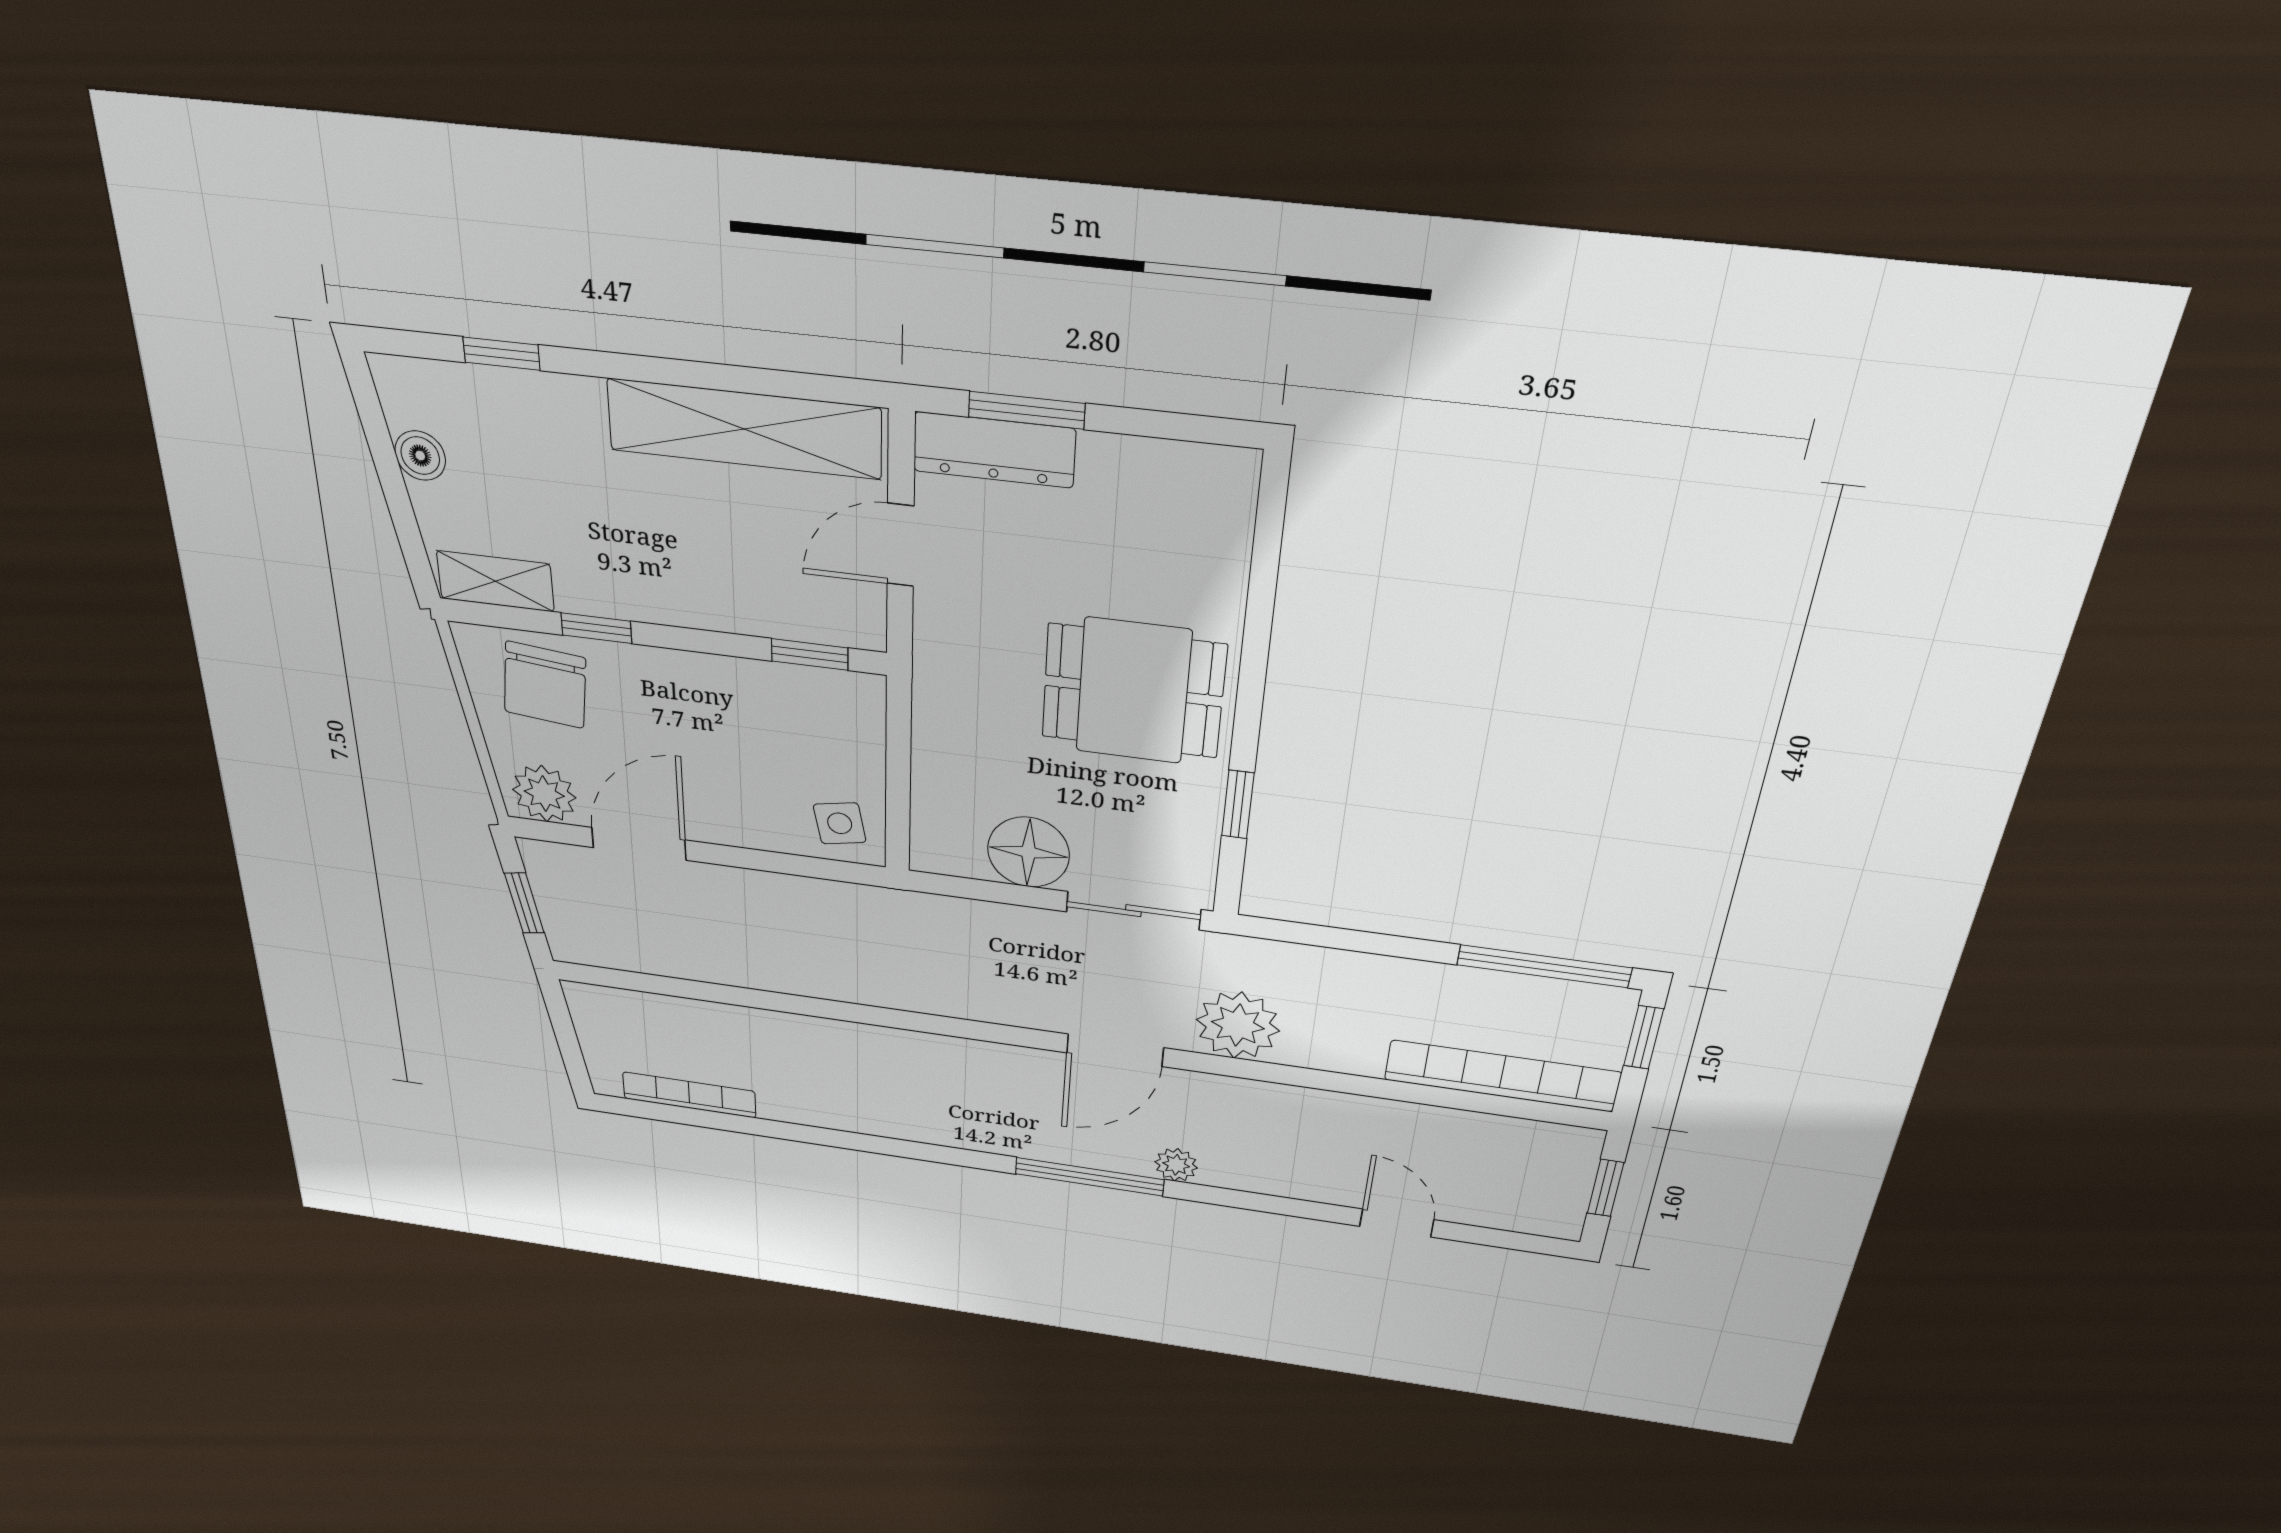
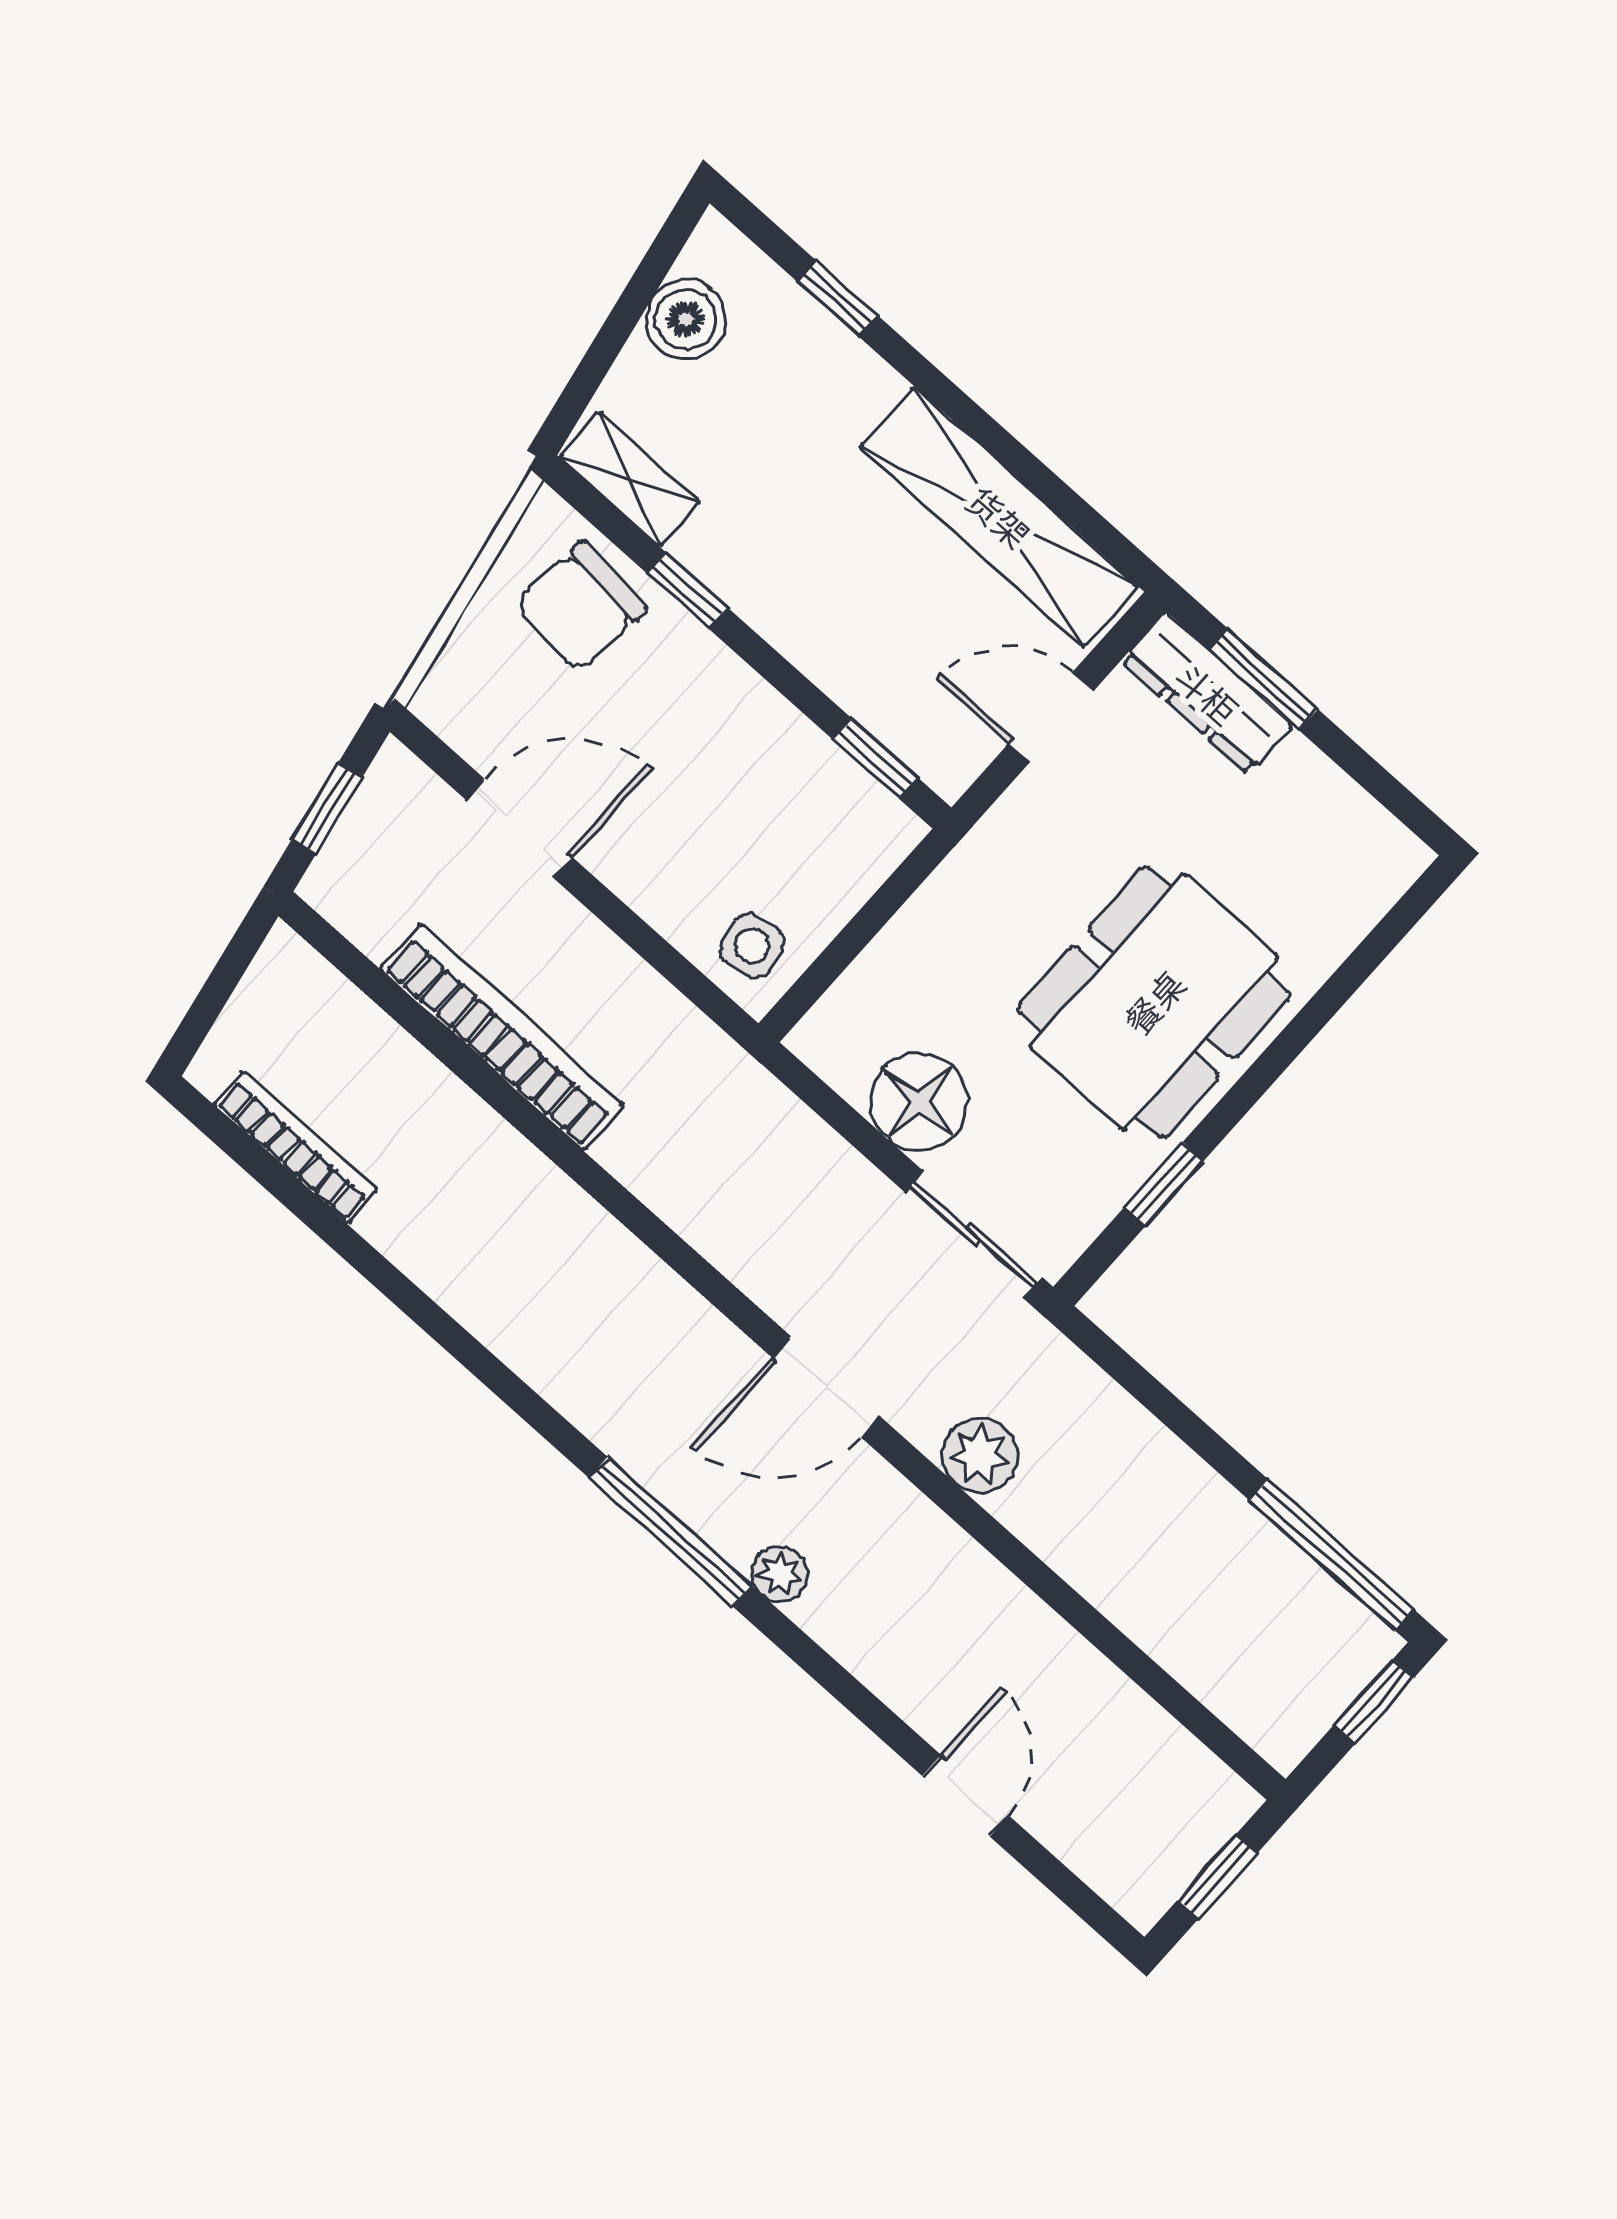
boiler: (420, 456) -> (686, 319), width x1.36, depth x1.36
dining table: (1133, 691) -> (1154, 1002), width x1.38
plant: (544, 794) -> (469, 711), removed
plant: (1238, 1025) -> (980, 1455), width x0.73, depth x0.73
bookcase: (1502, 1076) -> (502, 1037), moved

